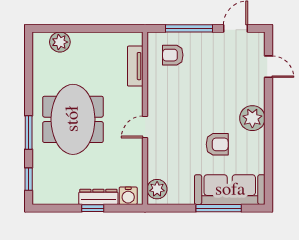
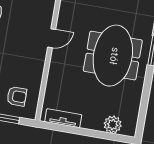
tv unit: (135, 66) -> (63, 118), moved, turned -90

